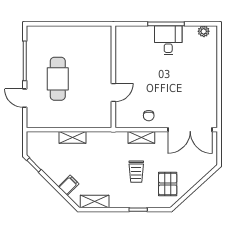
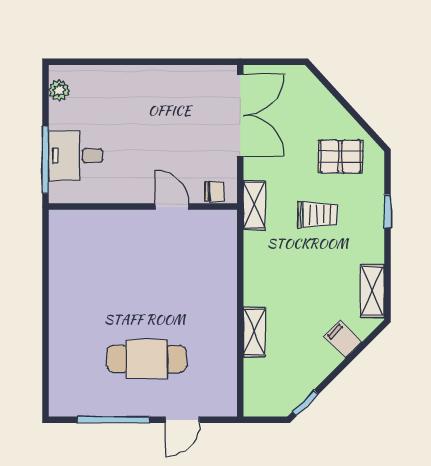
wall: (113, 77) -> (143, 207), moved
door: (113, 92) -> (172, 207), moved

